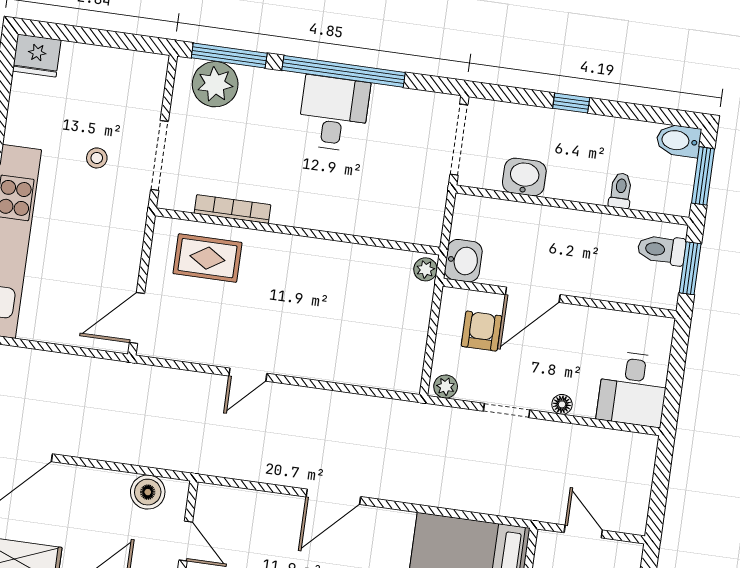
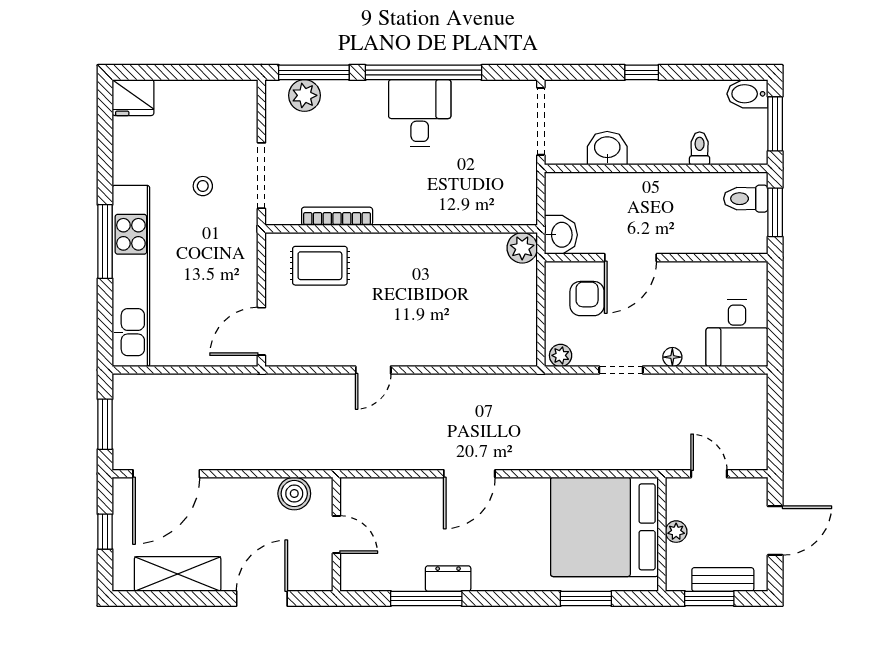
plant: (215, 84) -> (304, 95), width x0.73, depth x0.73
plant: (425, 269) -> (522, 248), width x1.38, depth x1.38

